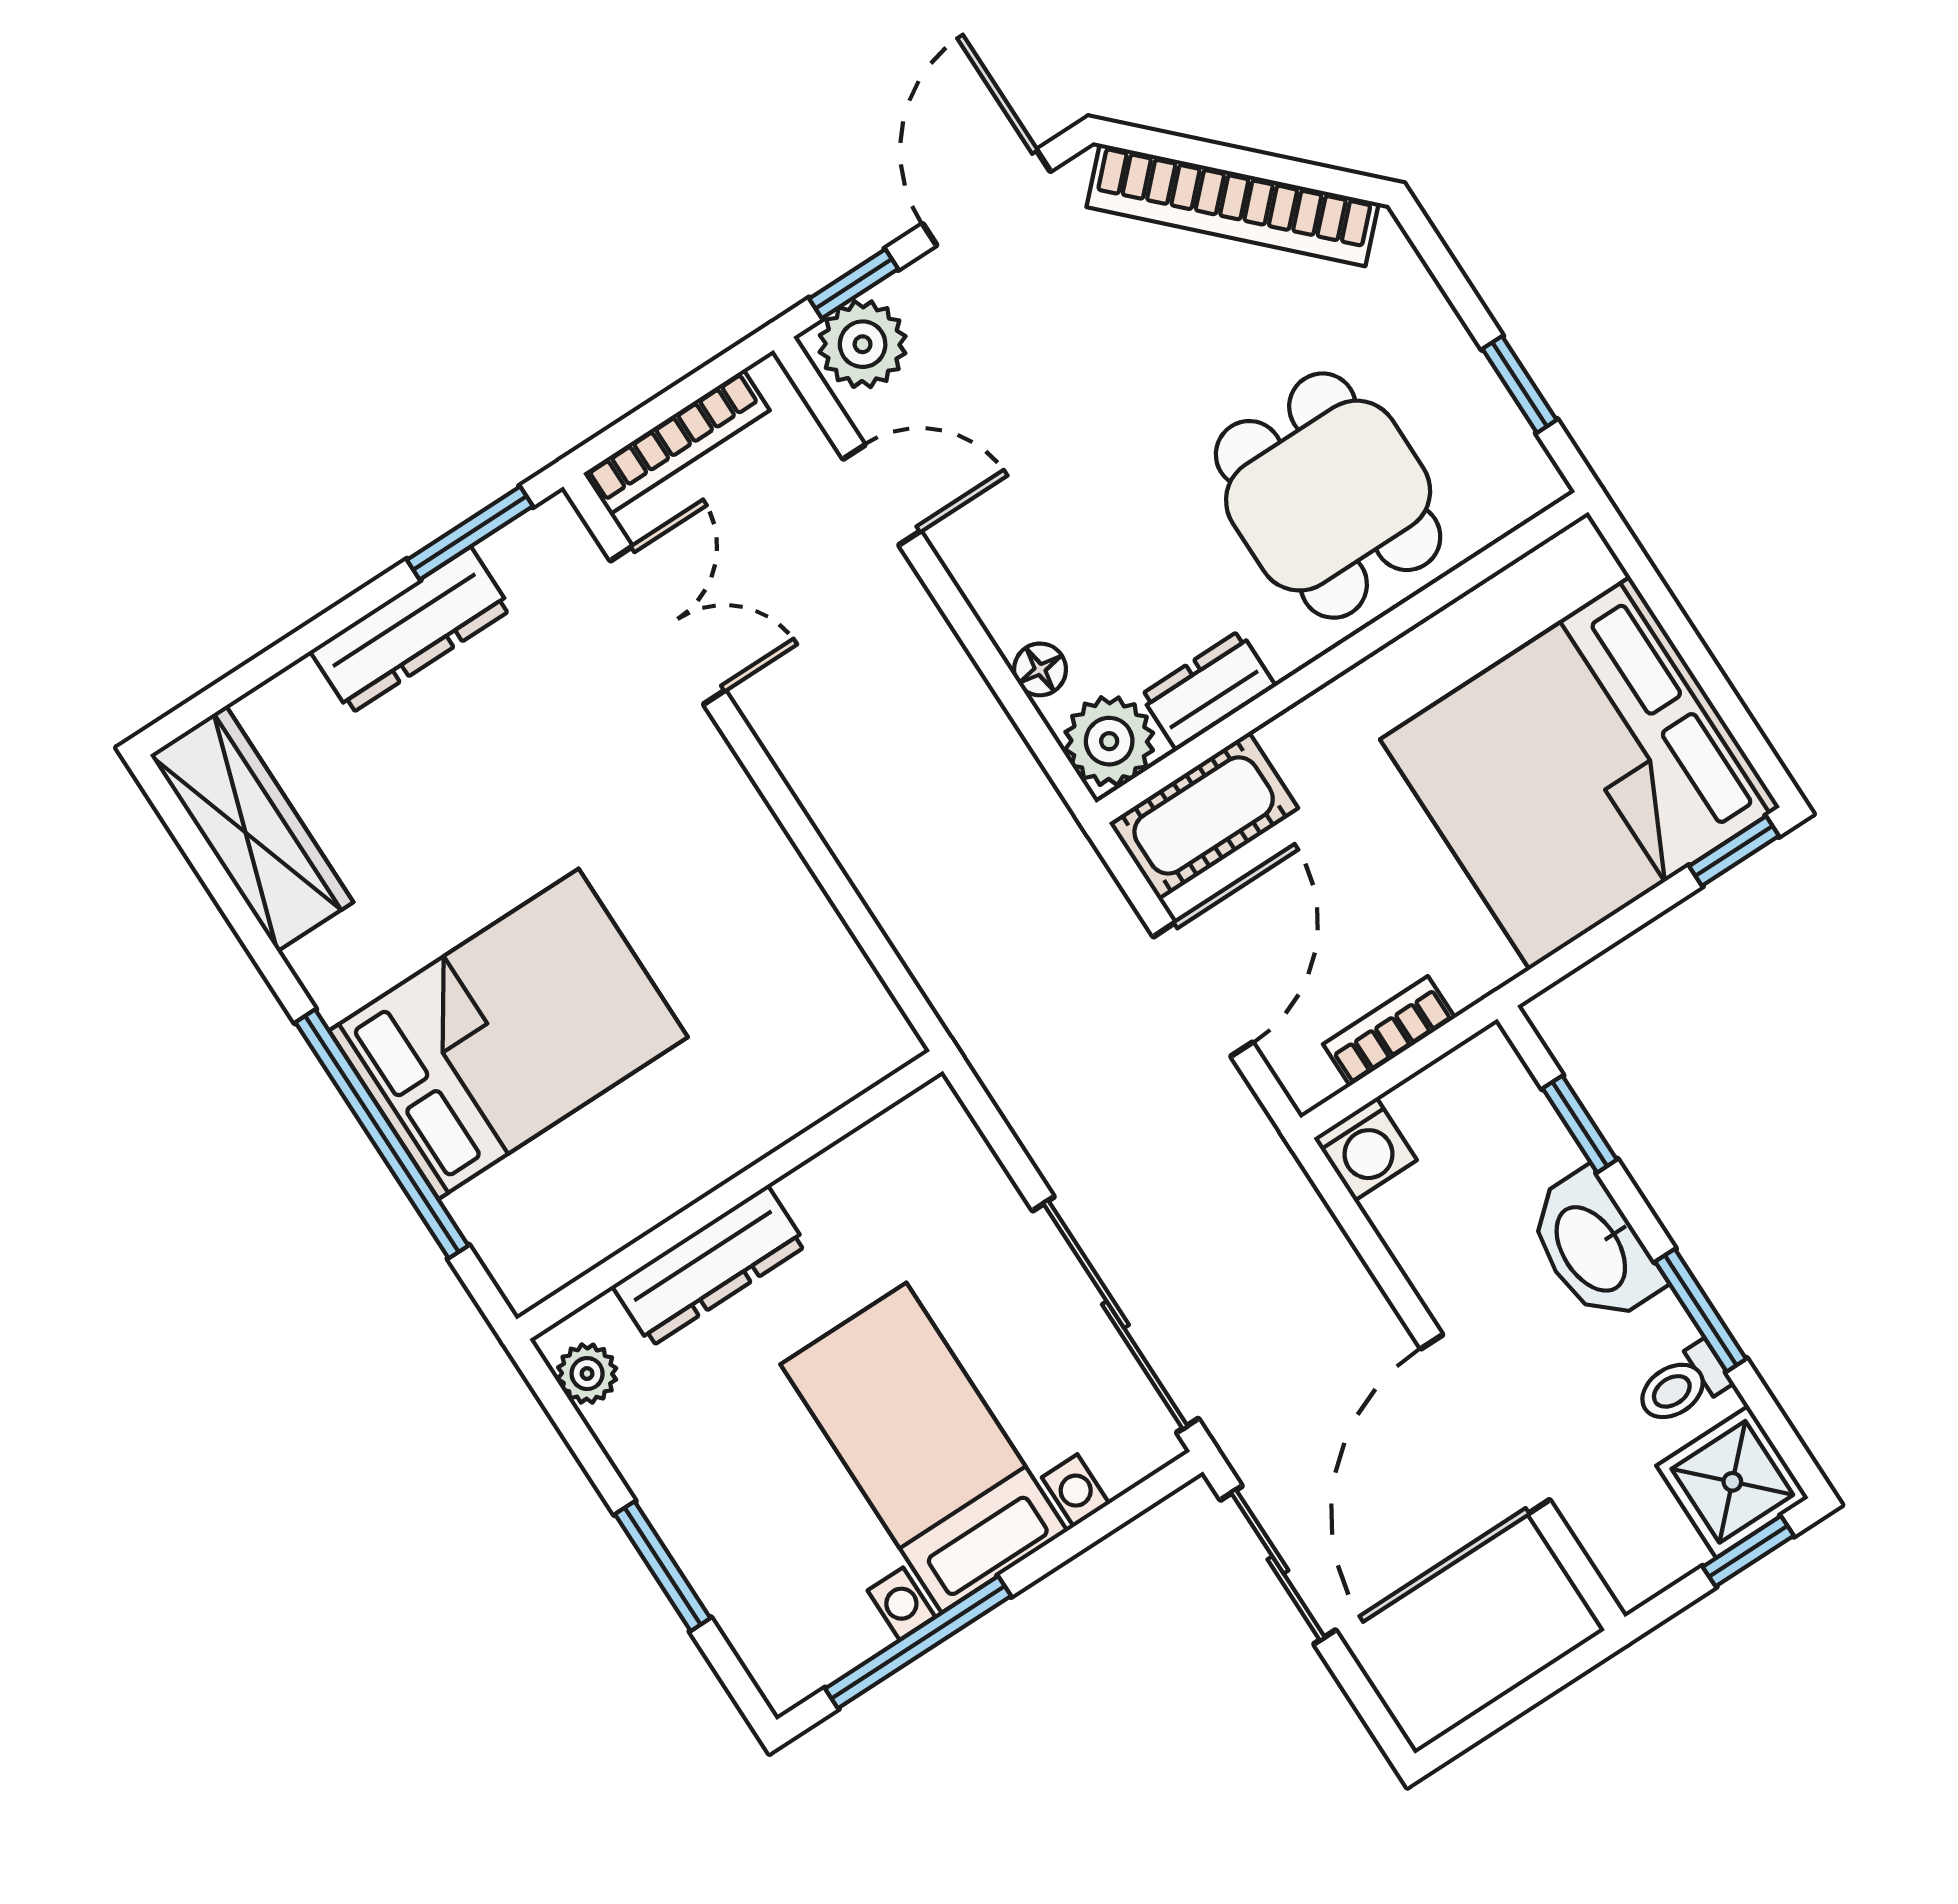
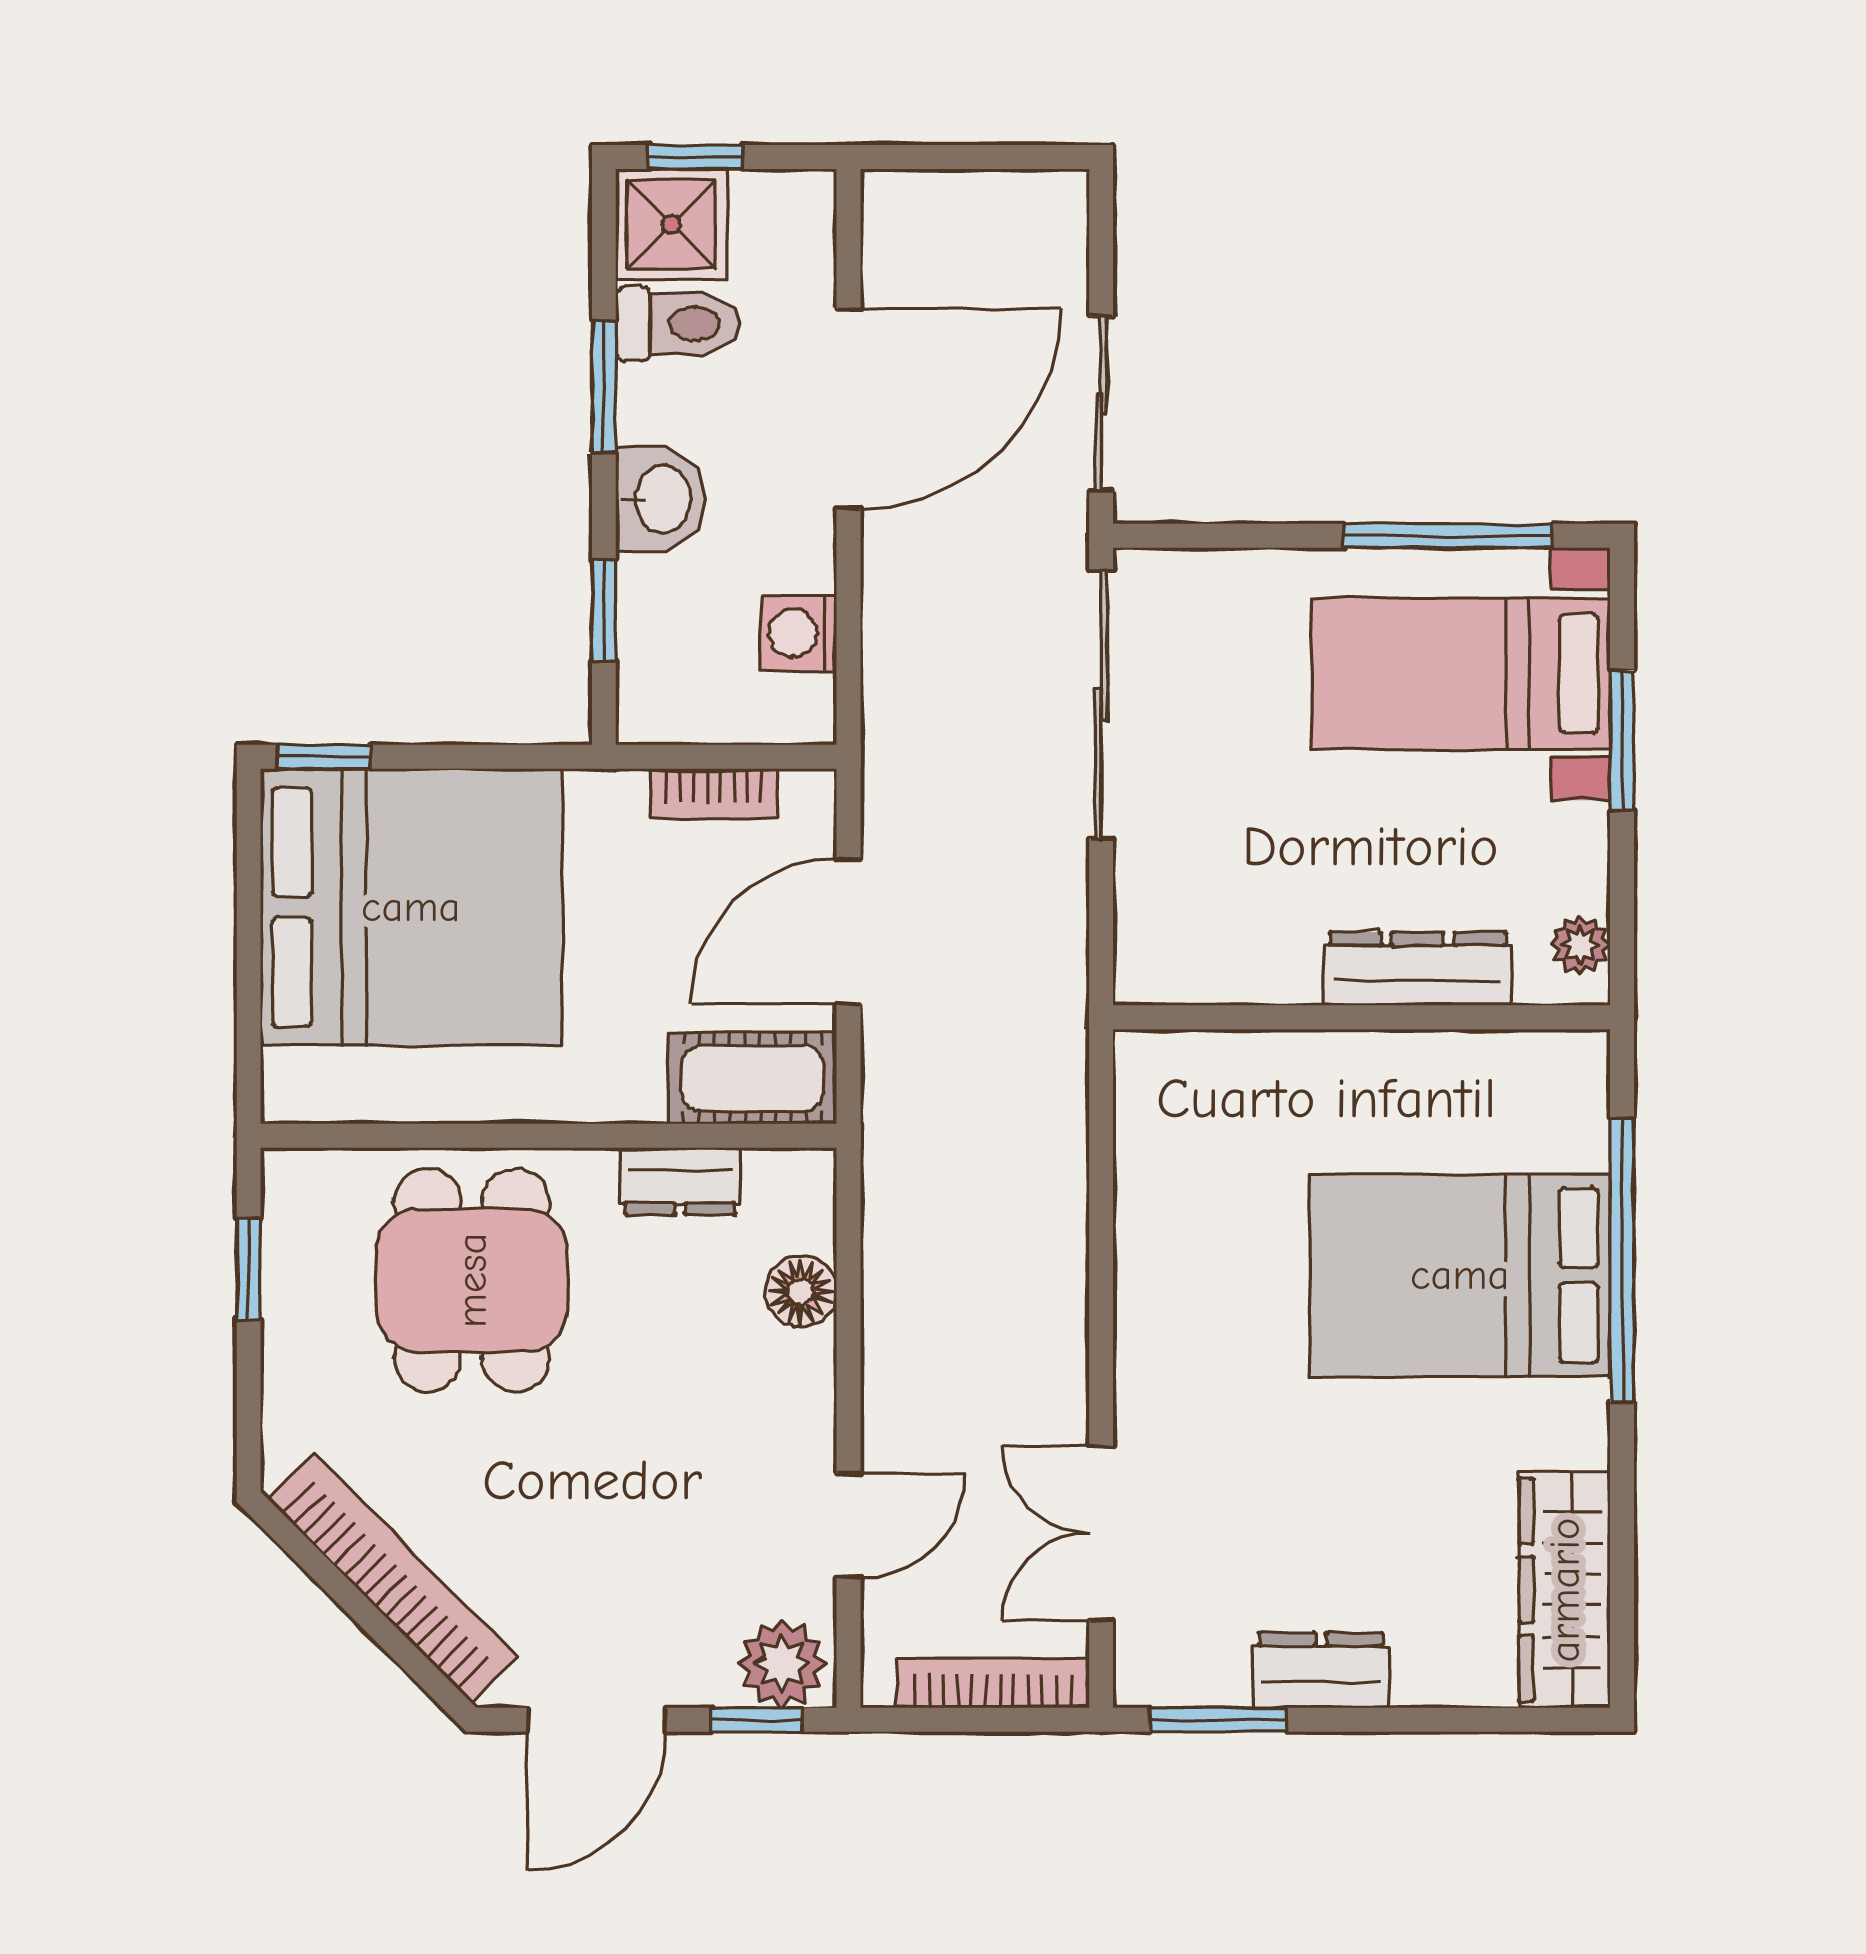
door: (882, 495) -> (849, 1526), swing flipped
dresser: (411, 630) -> (1321, 1670), width x0.70
floor lamp: (1040, 669) -> (801, 1291), width x1.37, depth x1.37
plant: (1109, 741) -> (791, 1193), removed
washing machine: (1365, 1149) -> (799, 633), moved, turned -90
washbasin: (1593, 1247) -> (660, 499), width x0.72
toilet: (1682, 1385) -> (678, 324), width x1.37, depth x1.39
bed with nightstands: (924, 1448) -> (1461, 674), moved, turned 90

